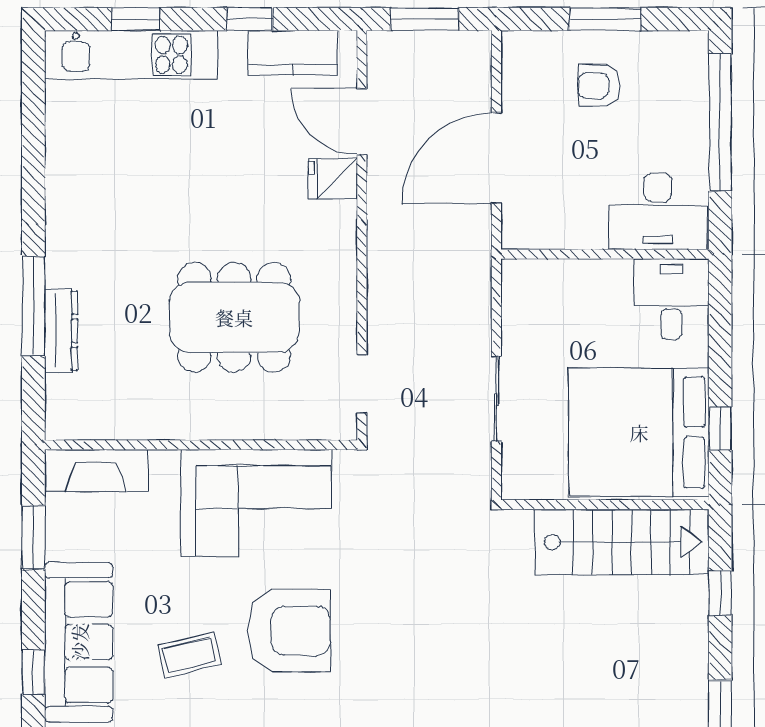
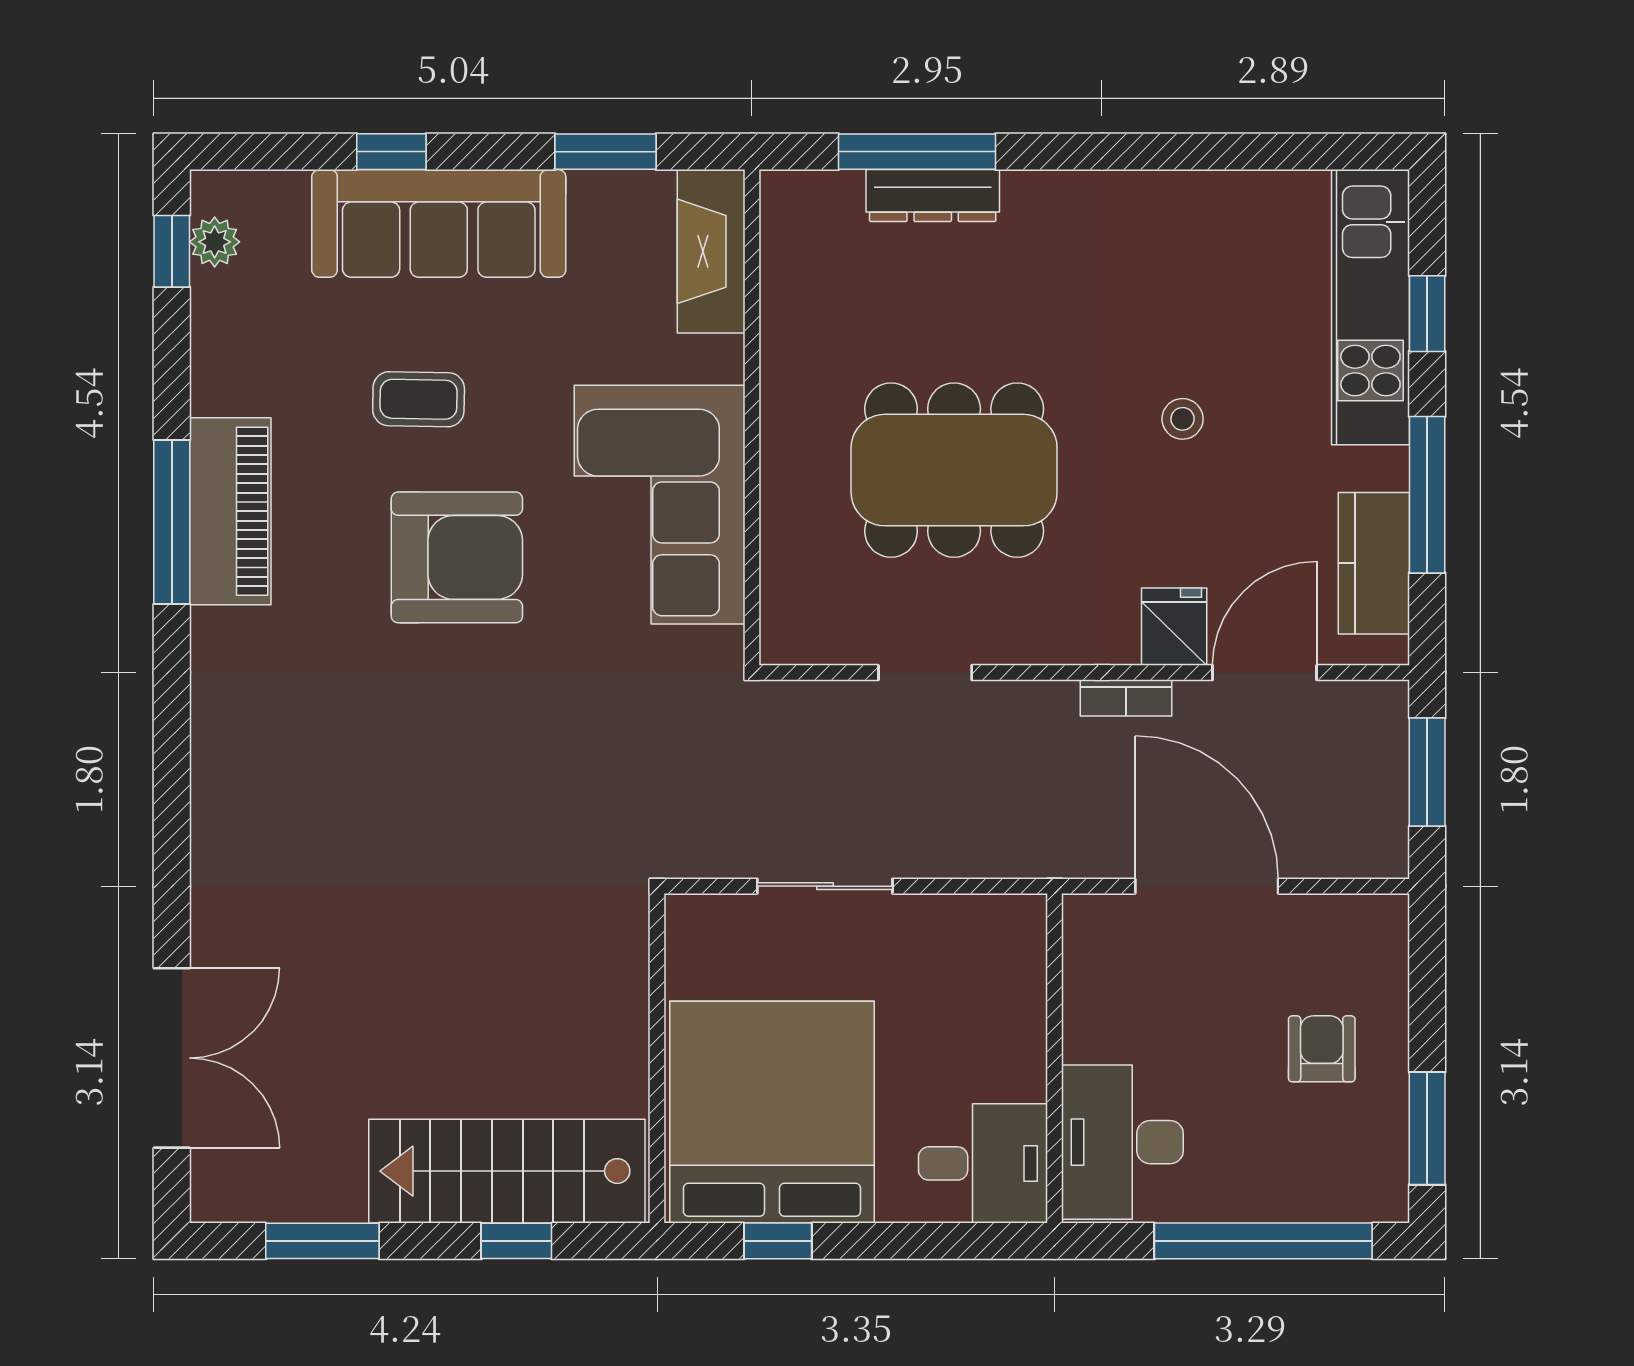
window: (250, 19) -> (1427, 495), width x2.17
window: (605, 19) -> (1427, 1128), moved
stool: (202, 173) -> (1183, 419), added
bookcase: (378, 209) -> (1126, 698), added
window: (33, 306) -> (917, 152), moved
dining table: (234, 317) -> (954, 470), turned 90
doorway: (362, 384) -> (925, 673), moved
stairs: (622, 542) -> (507, 1171), moved, turned 90
armchair: (289, 631) -> (457, 557), turned -90
coffee table: (189, 655) -> (419, 399), turned -76

